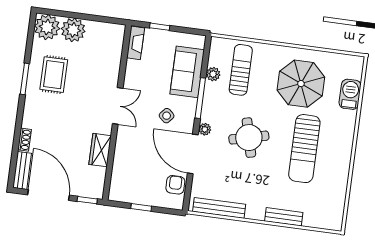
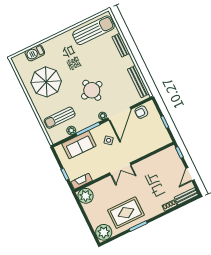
plant: (73, 30) -> (86, 196), moved
rug: (54, 75) -> (126, 213), width x1.36, depth x1.43
double door: (118, 106) -> (120, 169), swing flipped
sun lounger: (304, 149) -> (94, 30), moved
wardrobe: (100, 150) -> (149, 163), removed
door: (48, 195) -> (190, 174), width x0.53

